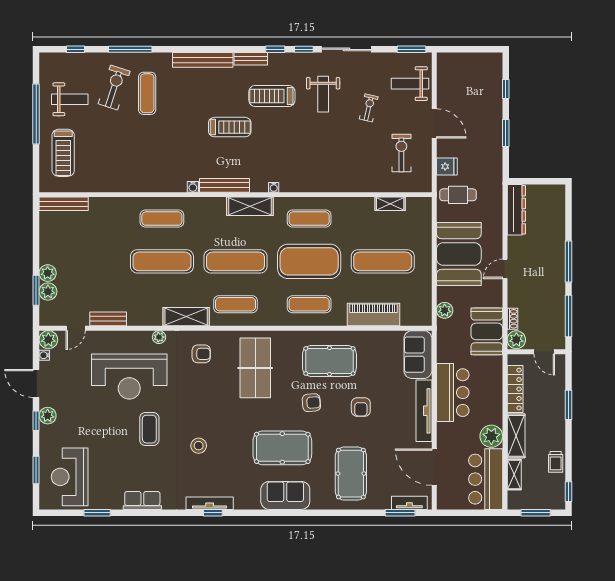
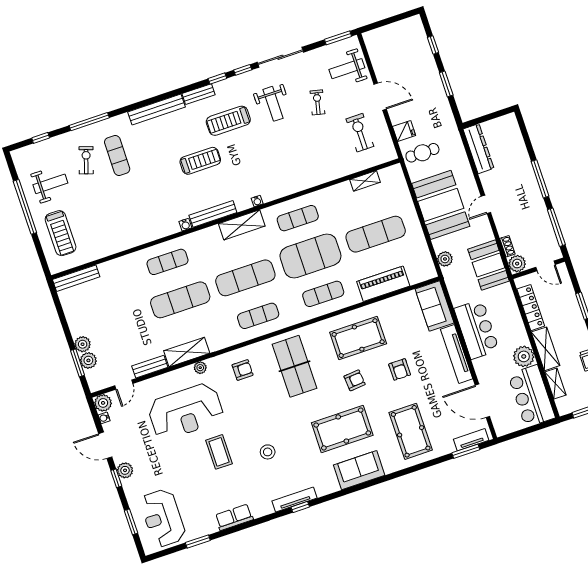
exercise bike: (114, 88) -> (86, 160), width x0.73, depth x0.72
shelving: (186, 317) -> (187, 352), moved

